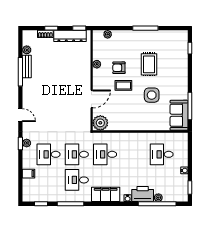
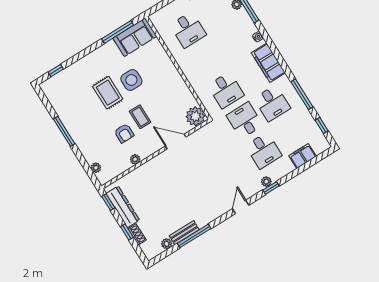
rug: (149, 64) -> (108, 93), moved, turned 90
desk: (77, 154) -> (245, 120), turned 180
filing cabinet: (29, 174) -> (303, 156), width x2.00
printer: (143, 194) -> (243, 24), removed

